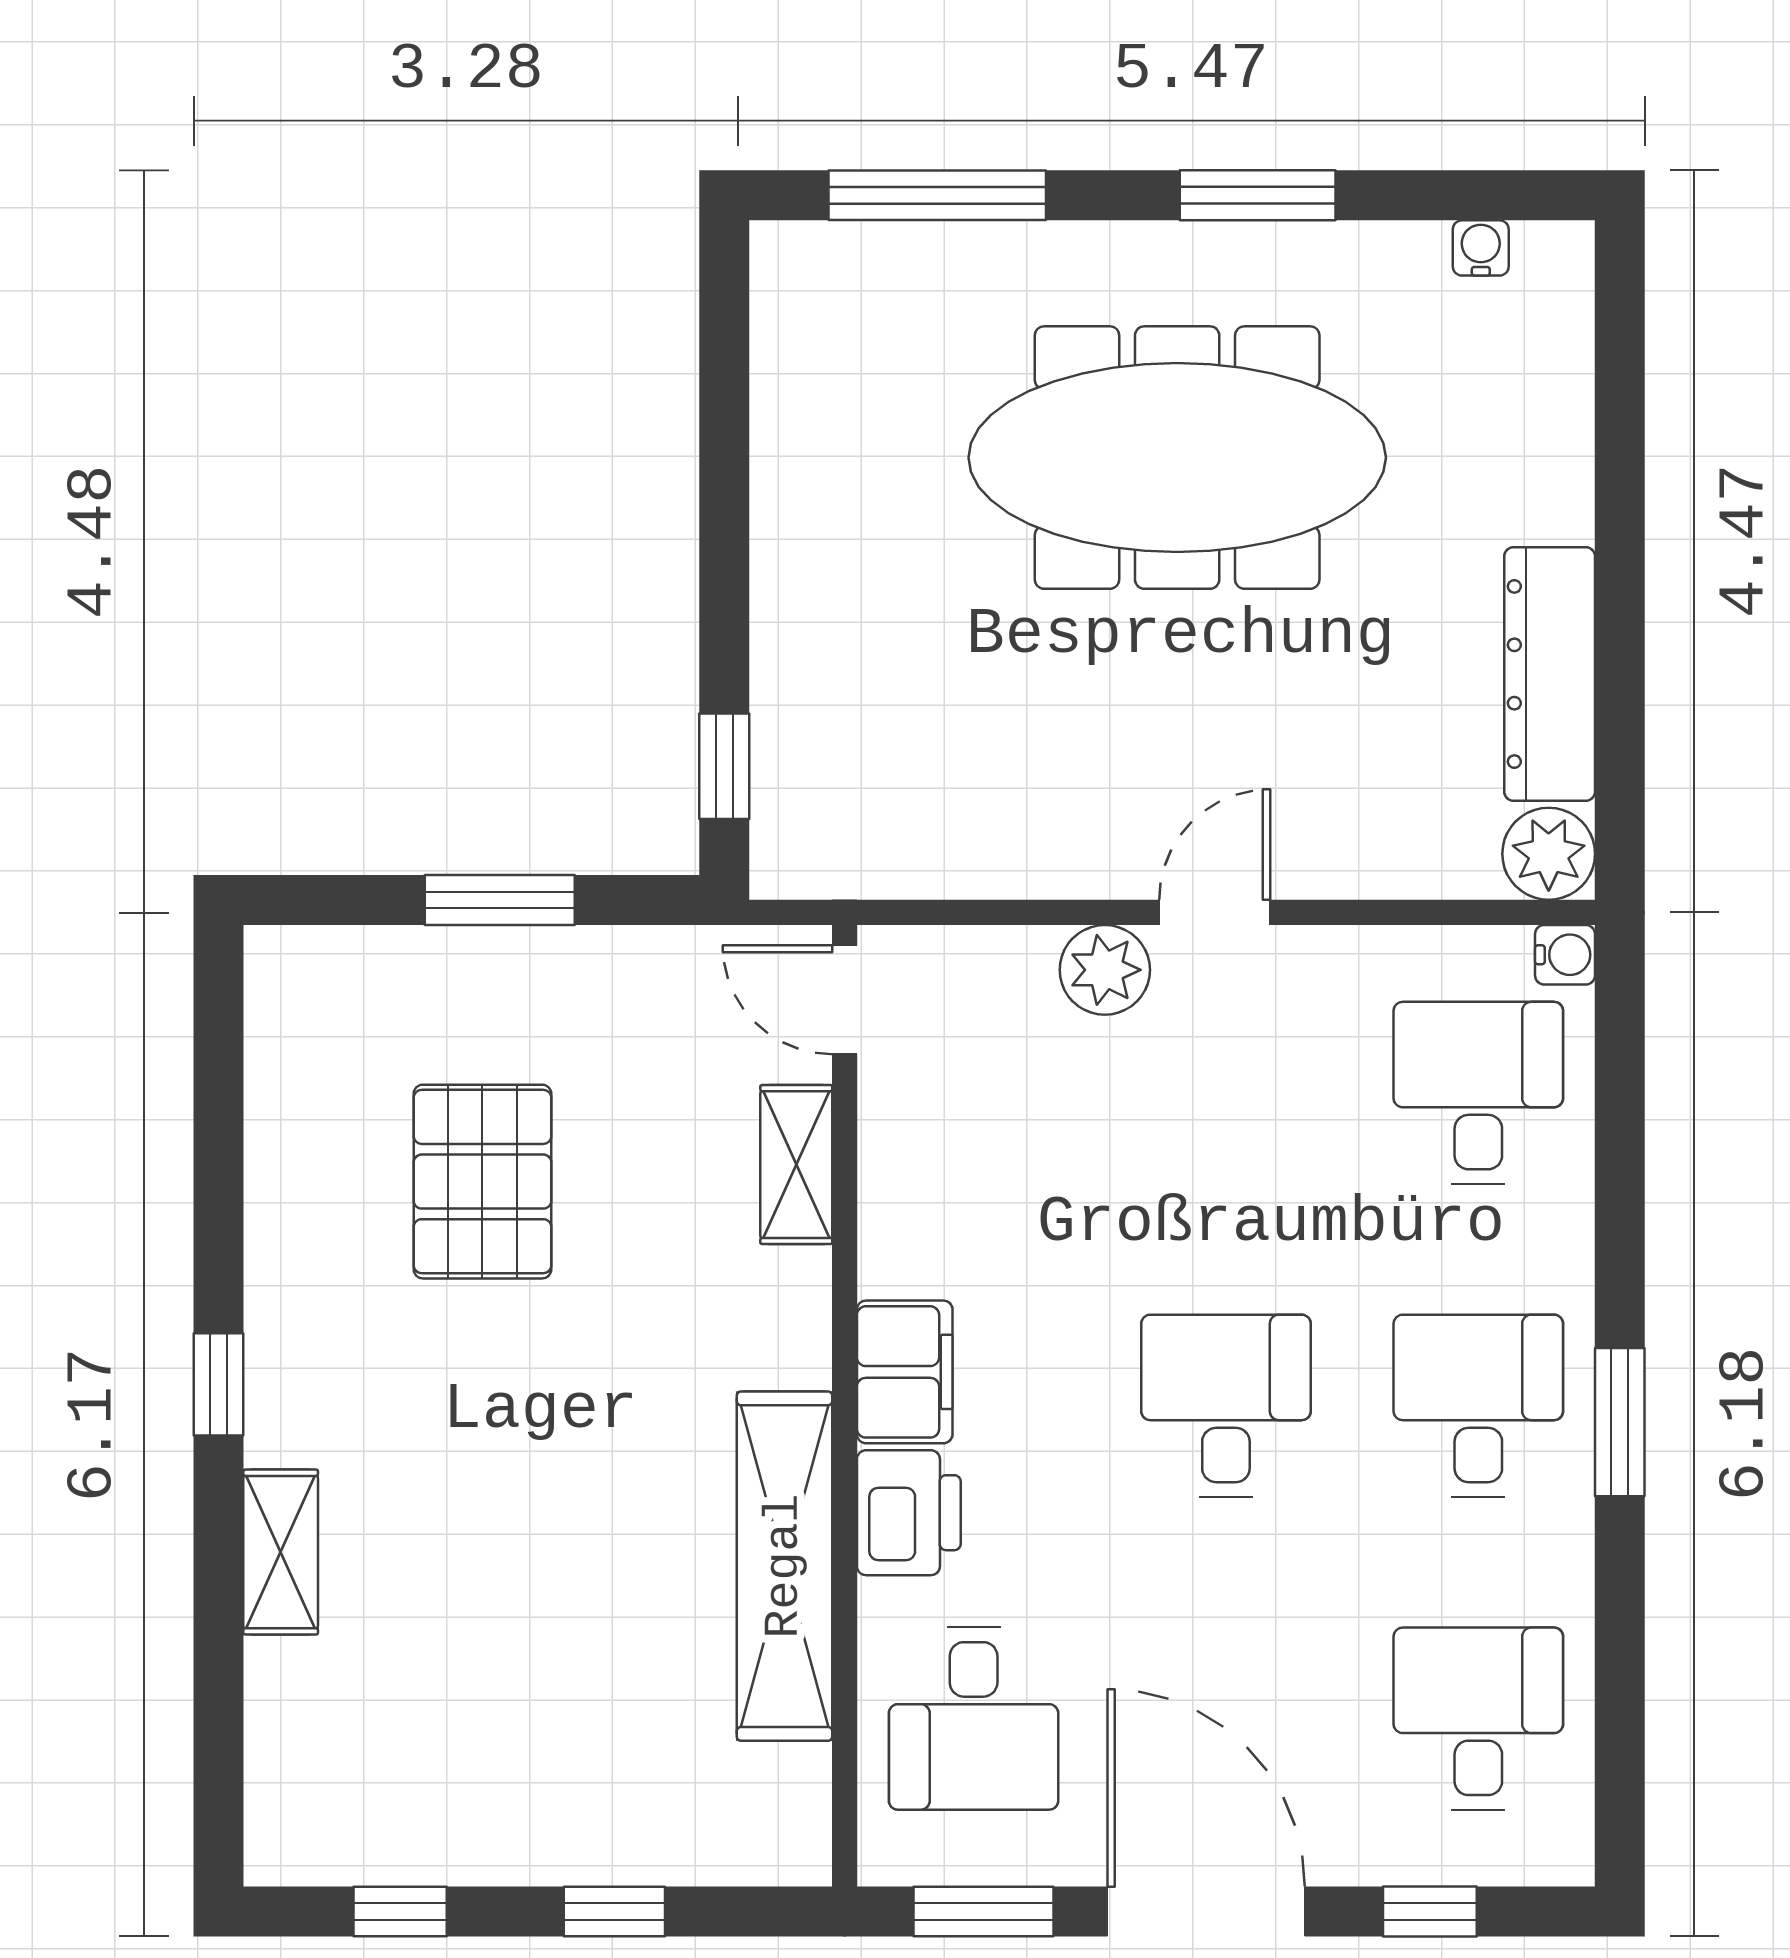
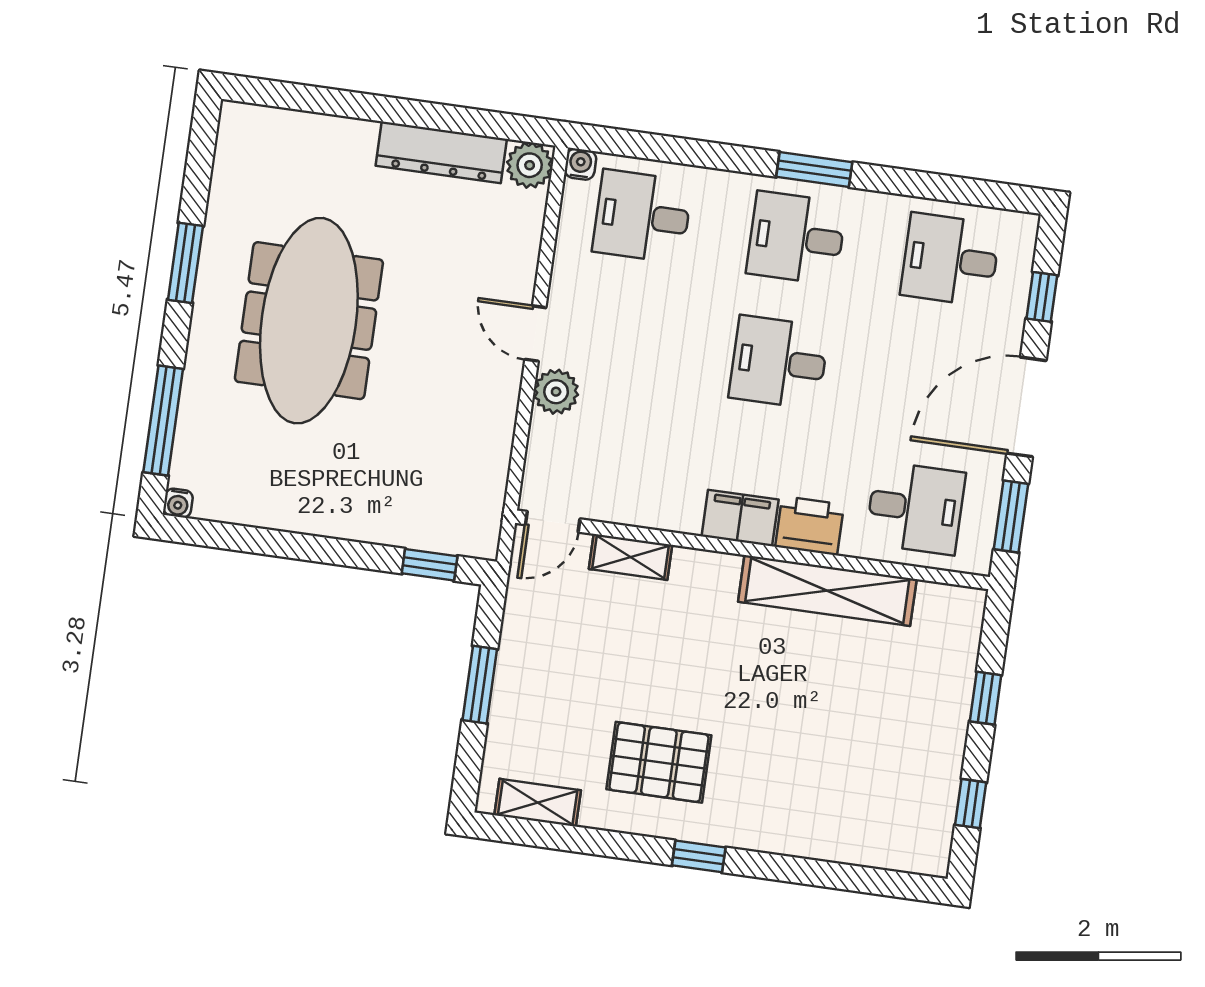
water cooler: (1481, 248) -> (178, 503), moved, turned -90
pallet: (482, 1182) -> (659, 762), moved
shelving: (281, 1552) -> (538, 803), moved

